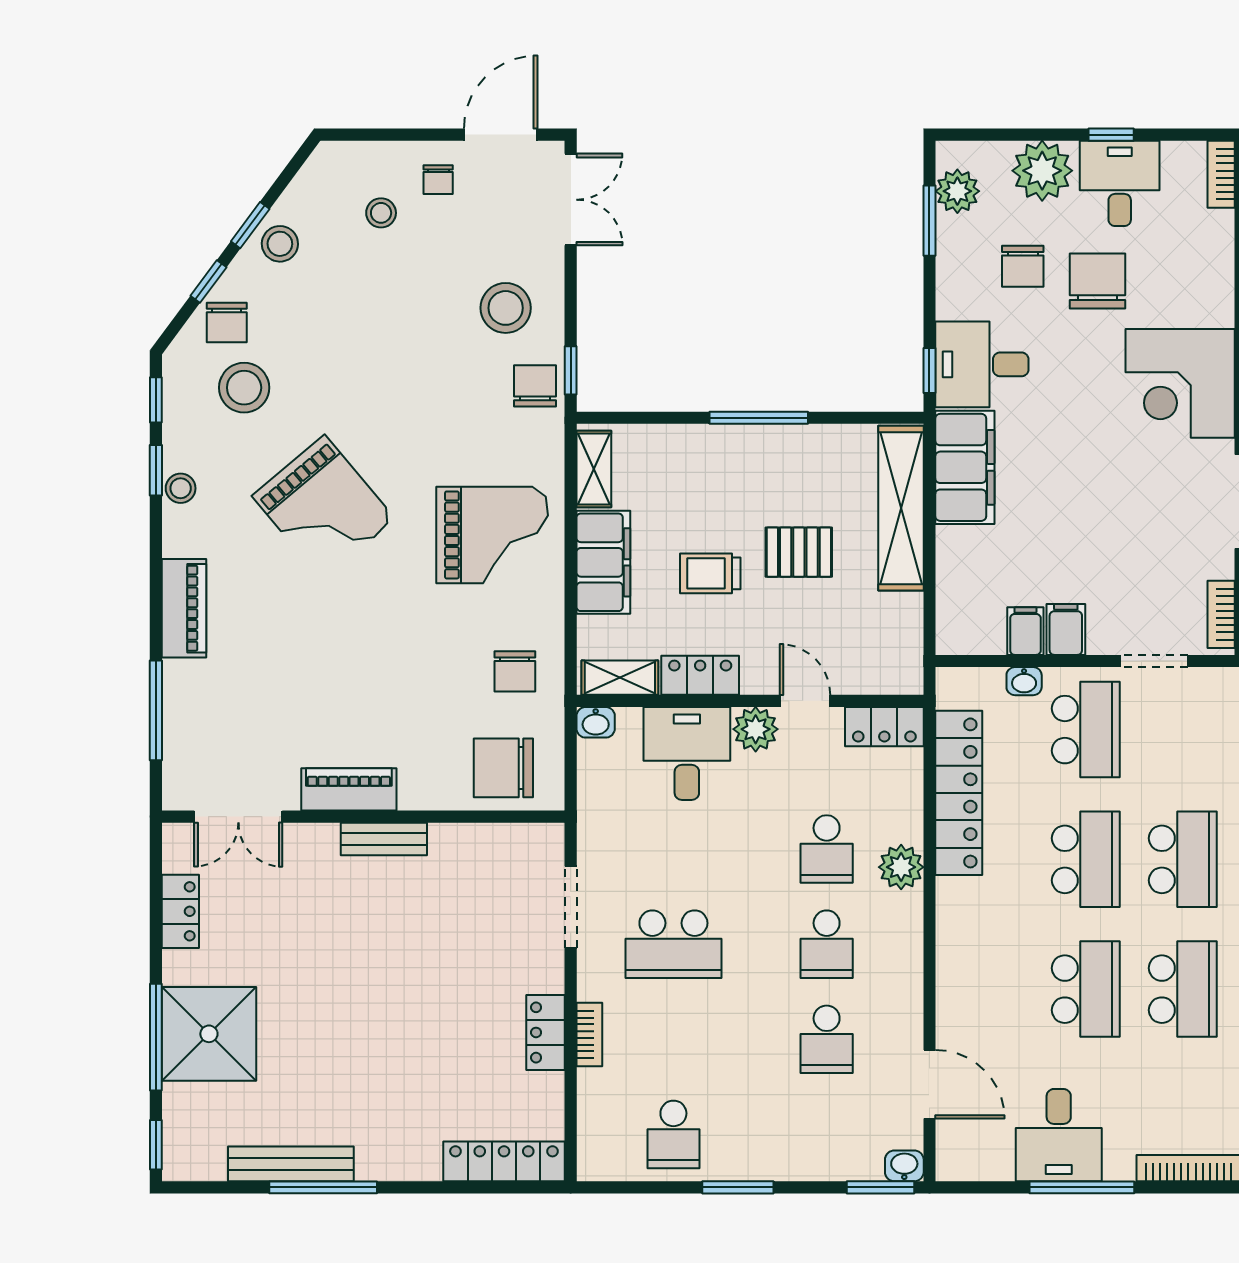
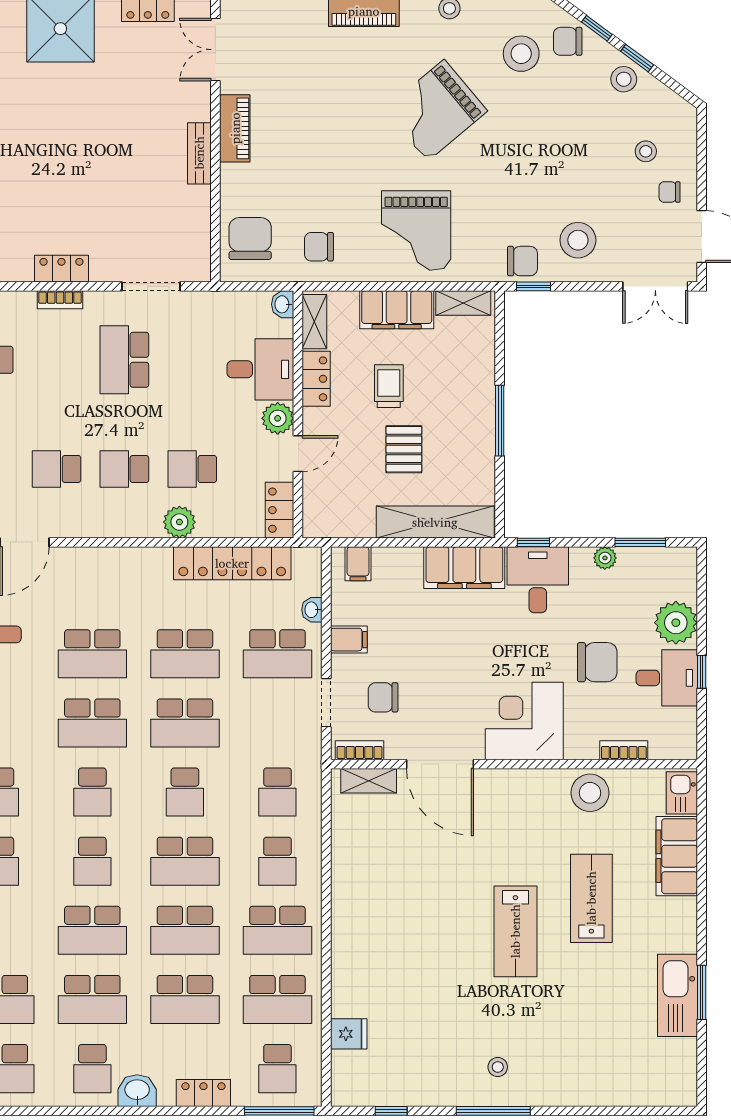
bookcase: (1221, 174) -> (624, 750), moved
plant: (957, 191) -> (605, 558), moved, width x0.73, depth x0.73
chair: (1023, 266) -> (383, 697), moved
filing cabinet: (1025, 631) -> (358, 564), moved, turned 90

